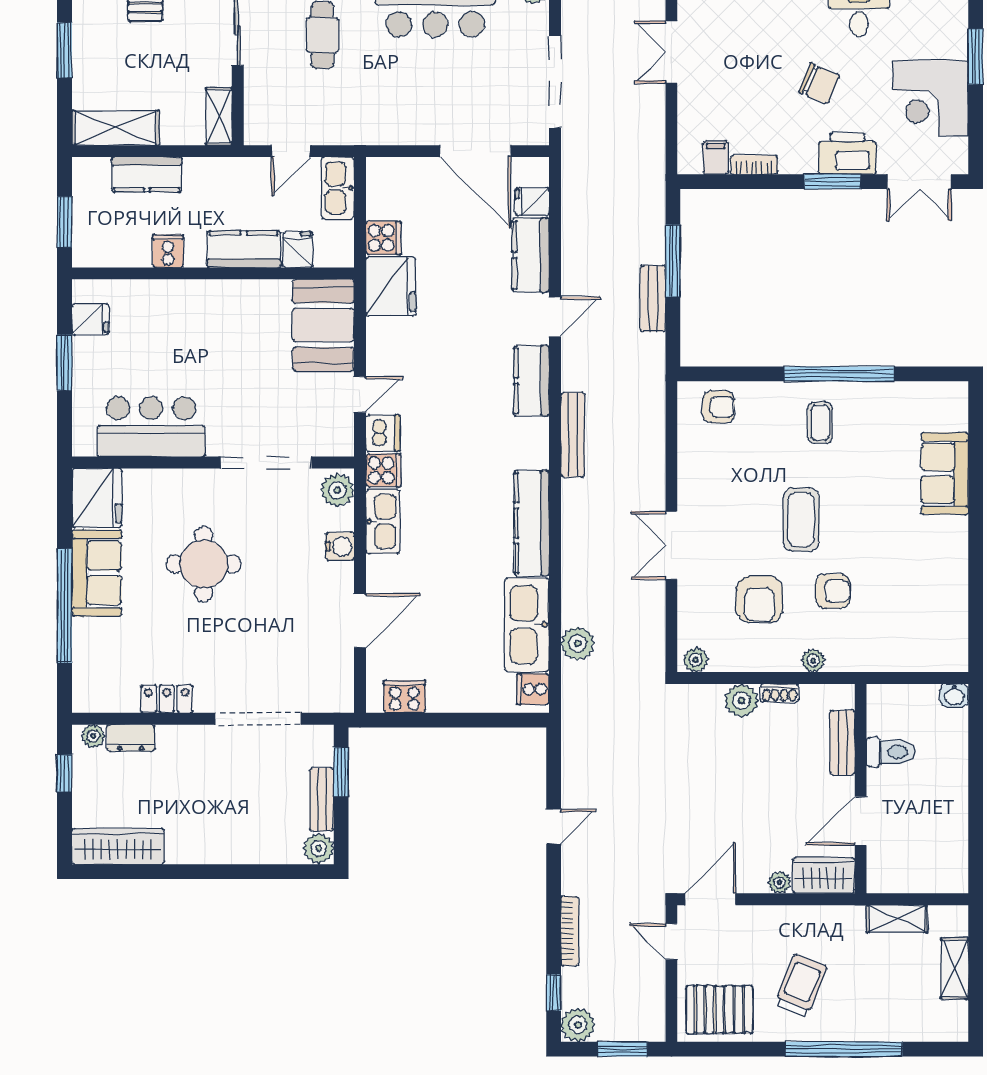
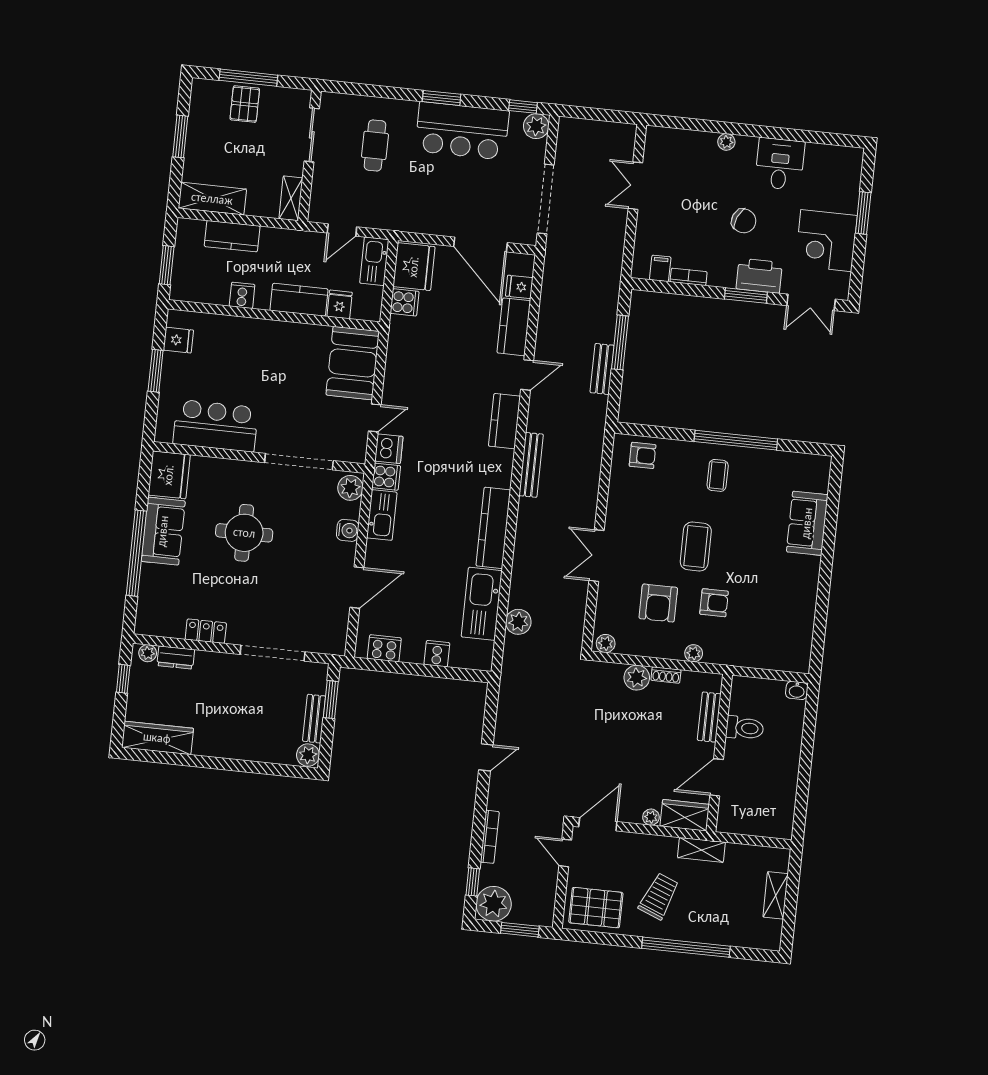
fridge: (391, 286) -> (414, 267), moved
cooker: (533, 689) -> (437, 654), moved, turned 90
shelving: (897, 919) -> (701, 850), moved
plant: (578, 1025) -> (494, 904), width x1.36, depth x1.36

